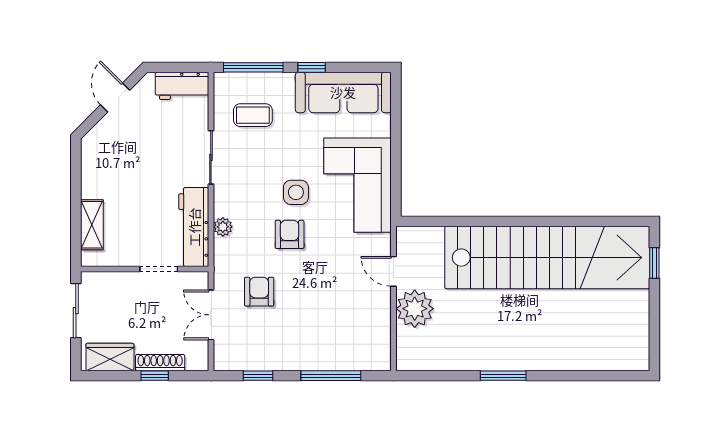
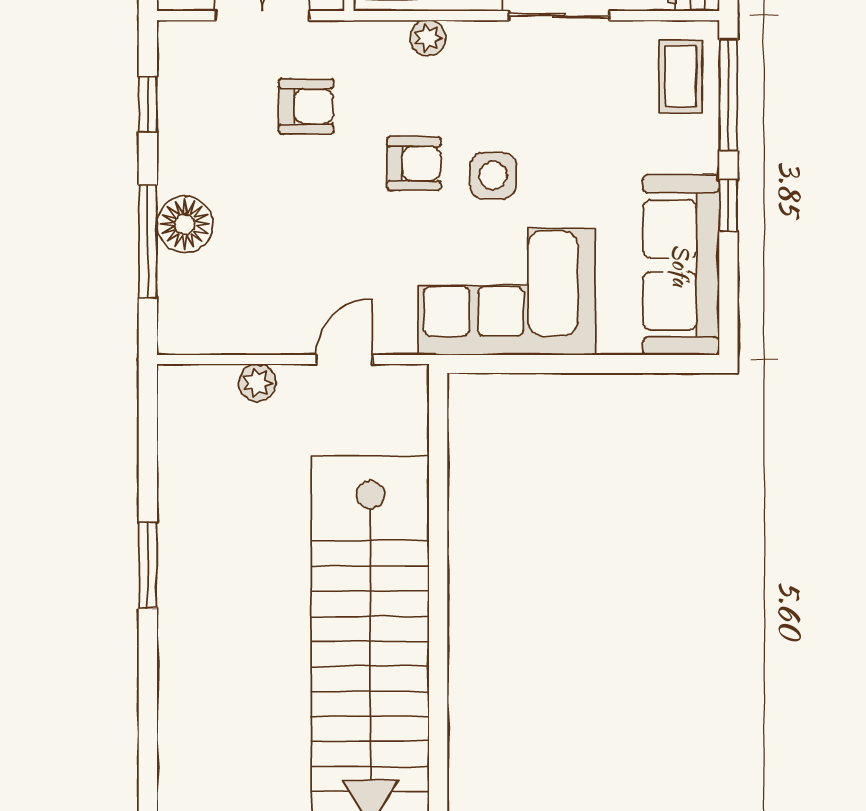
coffee table: (253, 115) -> (681, 76), moved
plant: (415, 309) -> (257, 383), width x0.53, depth x0.53
floor lamp: (322, 356) -> (185, 224), added

